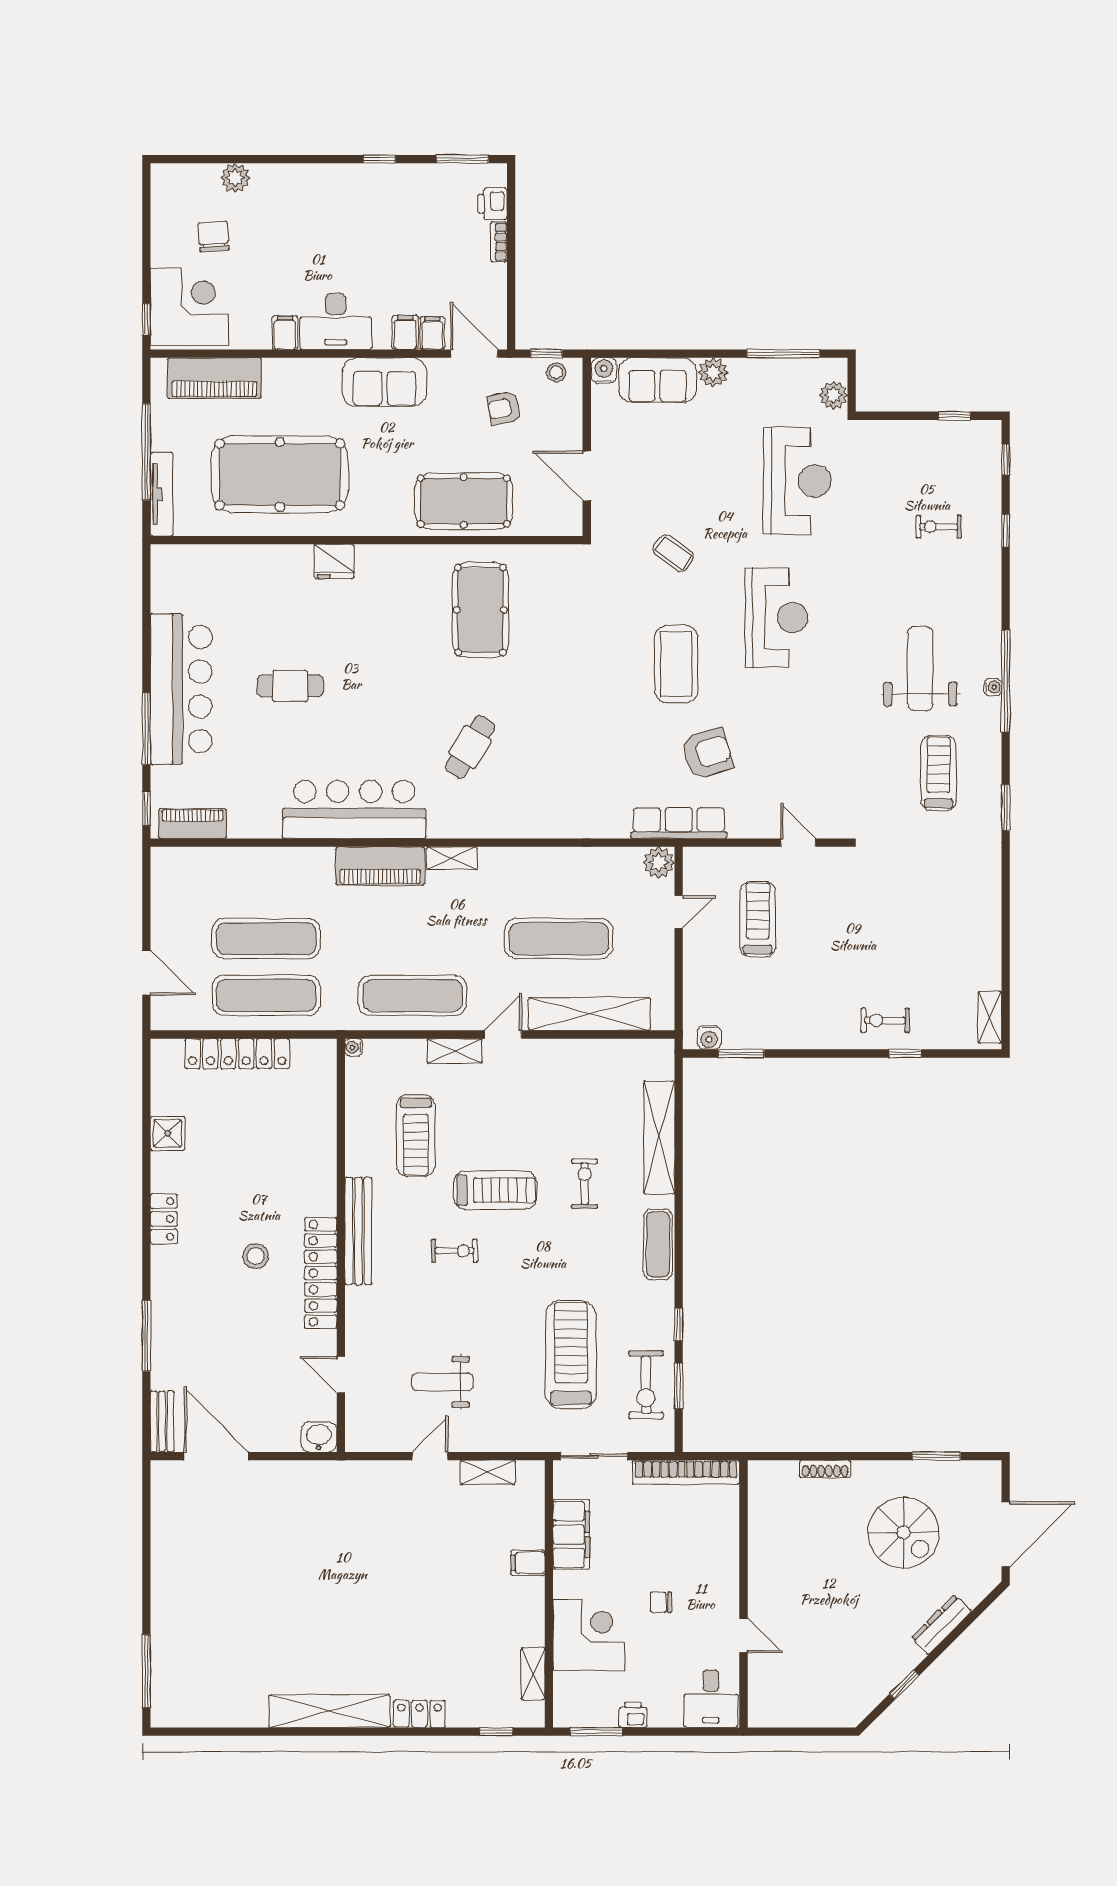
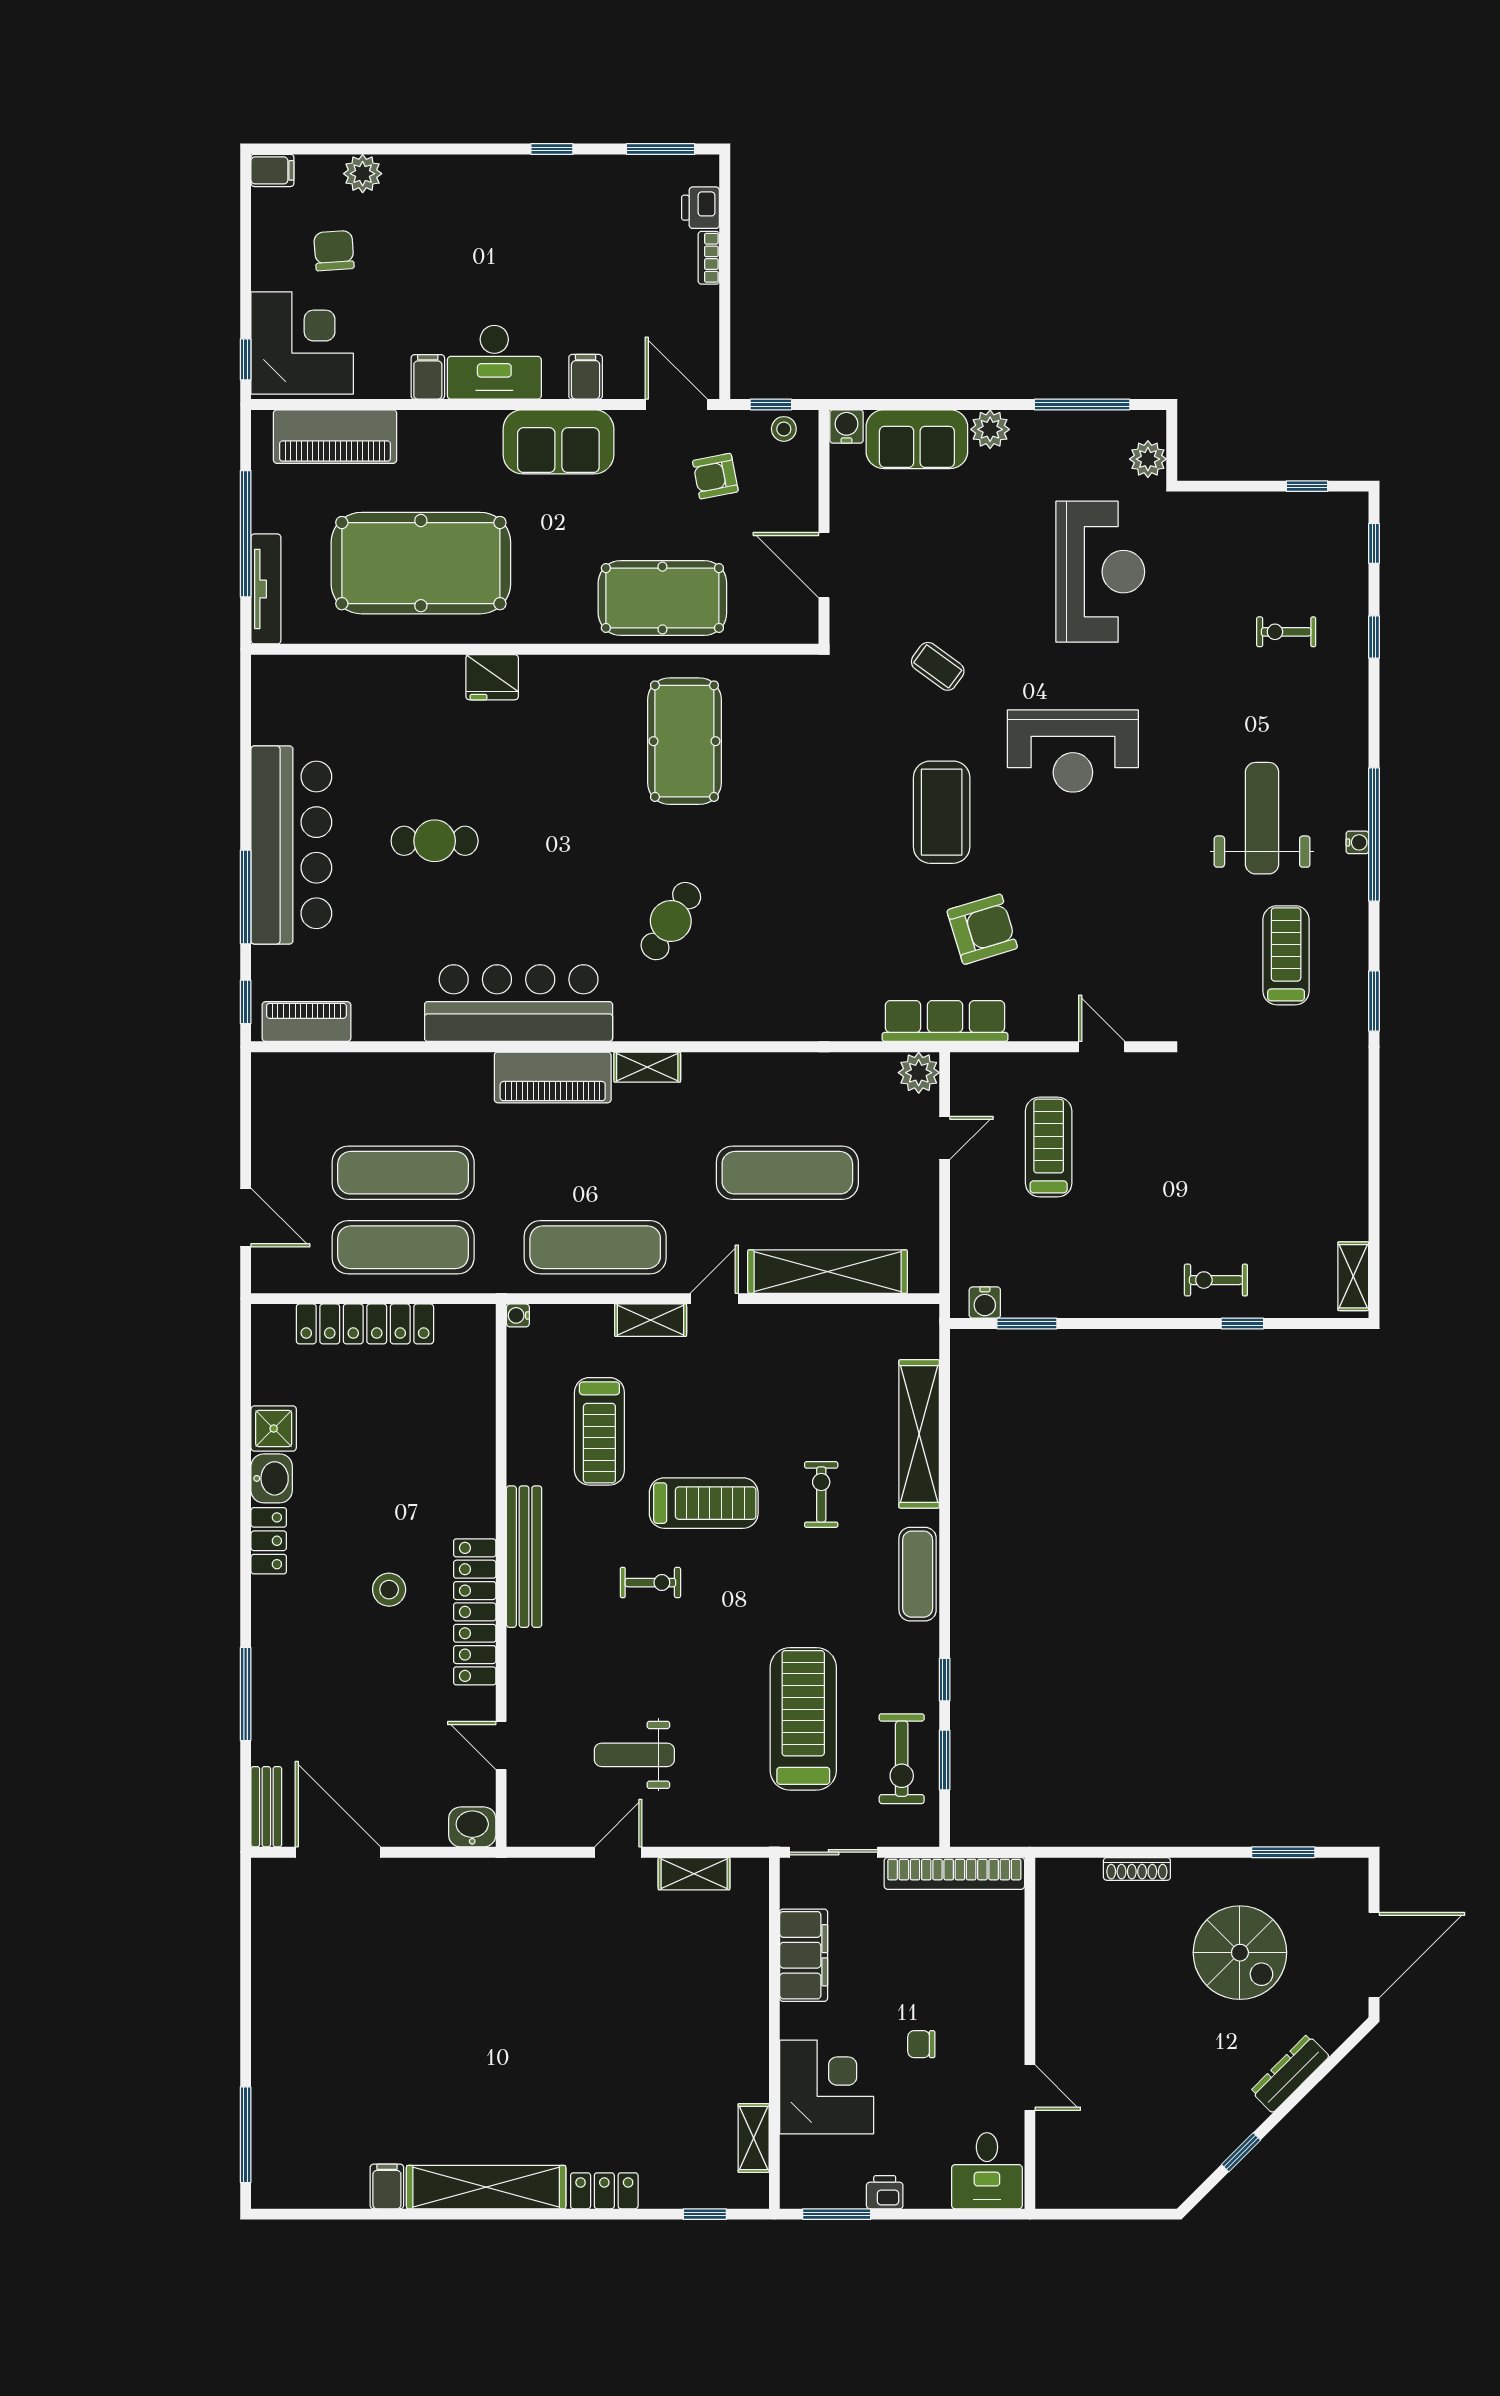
filing cabinet: (432, 333) -> (272, 170), moved, turned 90
reception desk: (776, 618) -> (1073, 751), turned 90
washbasin: (166, 1171) -> (272, 1478), added
filing cabinet: (528, 1563) -> (387, 2186), moved, turned 90

